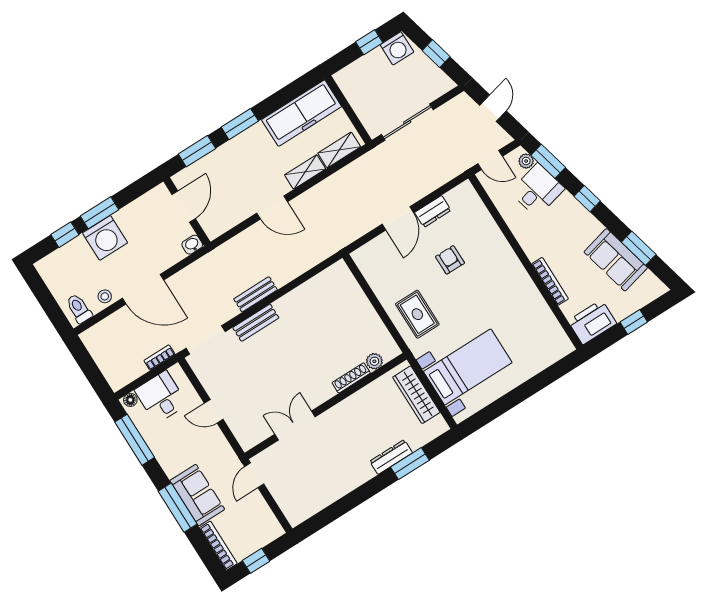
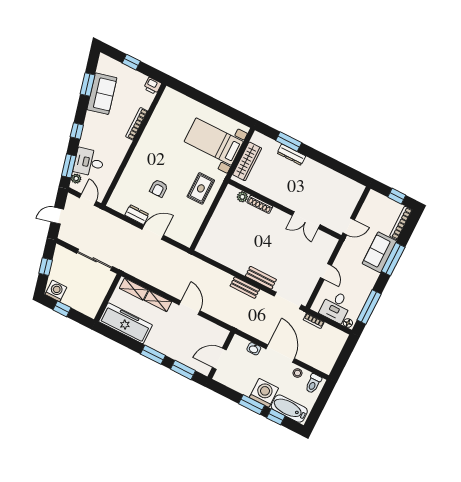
washbasin: (192, 245) -> (254, 349), moved
bathtub: (65, 258) -> (289, 409), added
printer: (592, 322) -> (153, 86), width x0.53, depth x0.68

